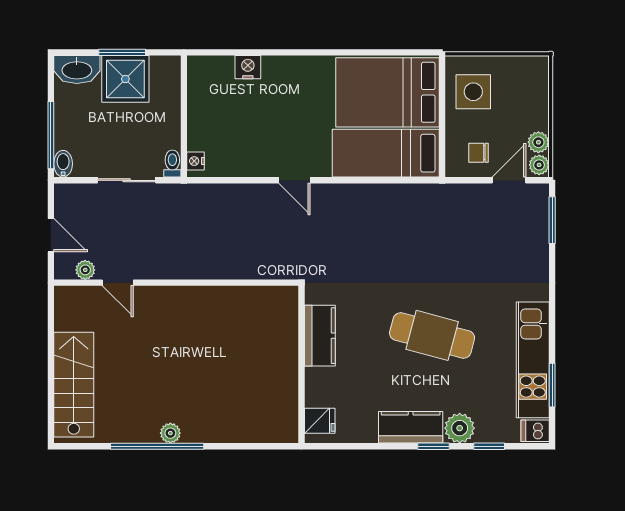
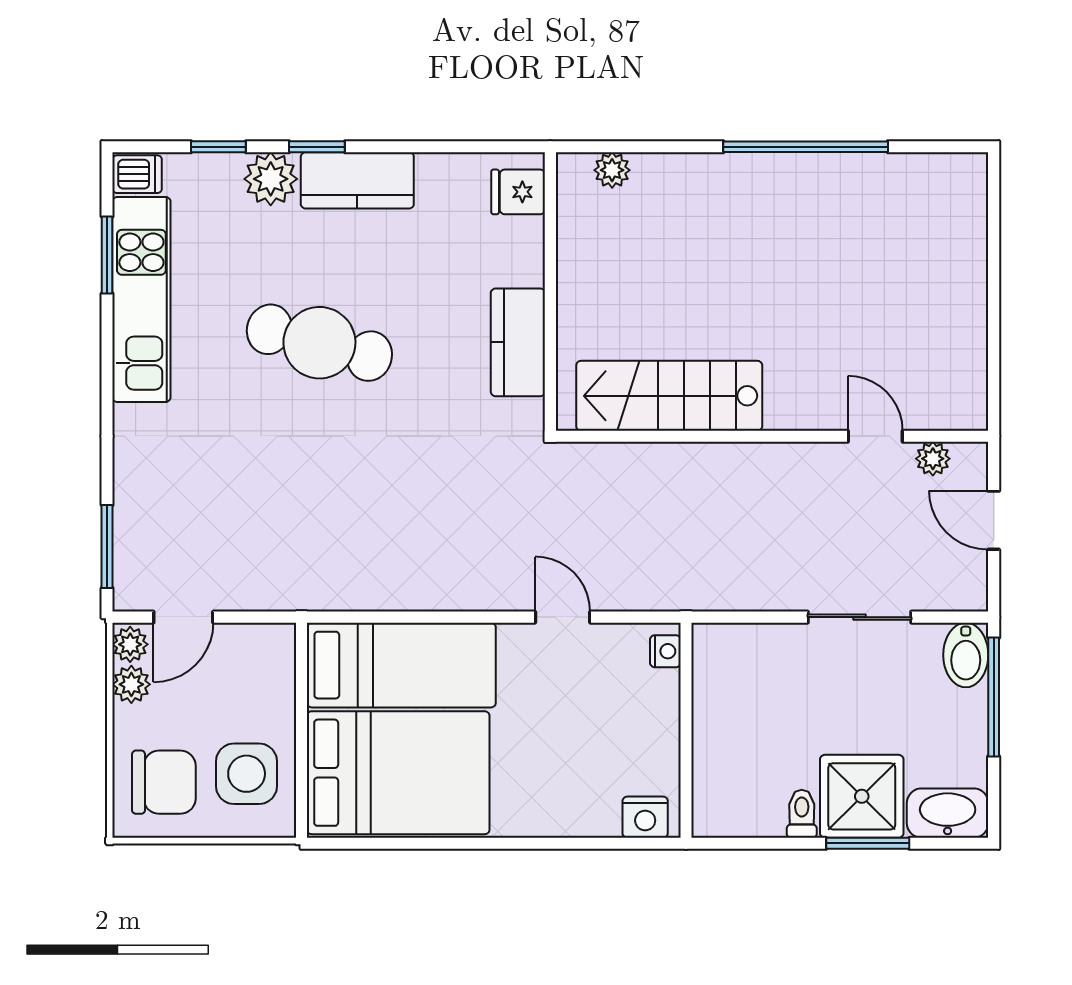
wall: (184, 116) -> (686, 730), moved
chair: (479, 153) -> (164, 782), moved, width x1.87, depth x1.87
nightstand: (196, 161) -> (665, 651), moved
bidet: (63, 164) -> (966, 655), width x1.38, depth x1.36
toilet: (172, 164) -> (802, 814), moved, turned 180
stairs: (74, 385) -> (669, 396), moved, turned 90
plant: (170, 433) -> (612, 170), moved

